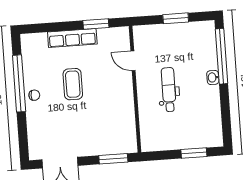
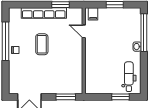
filing cabinet: (145, 34) -> (93, 14), added
row of seats: (72, 38) -> (44, 13), width x1.36
dental chair: (169, 90) -> (129, 77), moved

